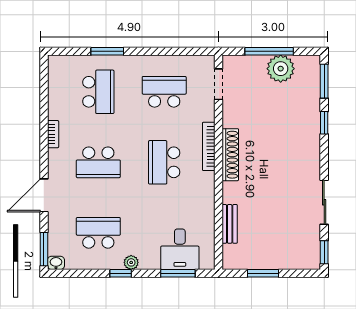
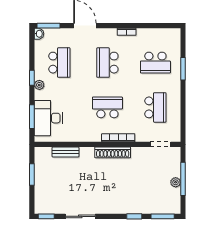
plant: (281, 69) -> (176, 182), width x0.53, depth x0.53
desk: (180, 249) -> (48, 118), width x1.37

